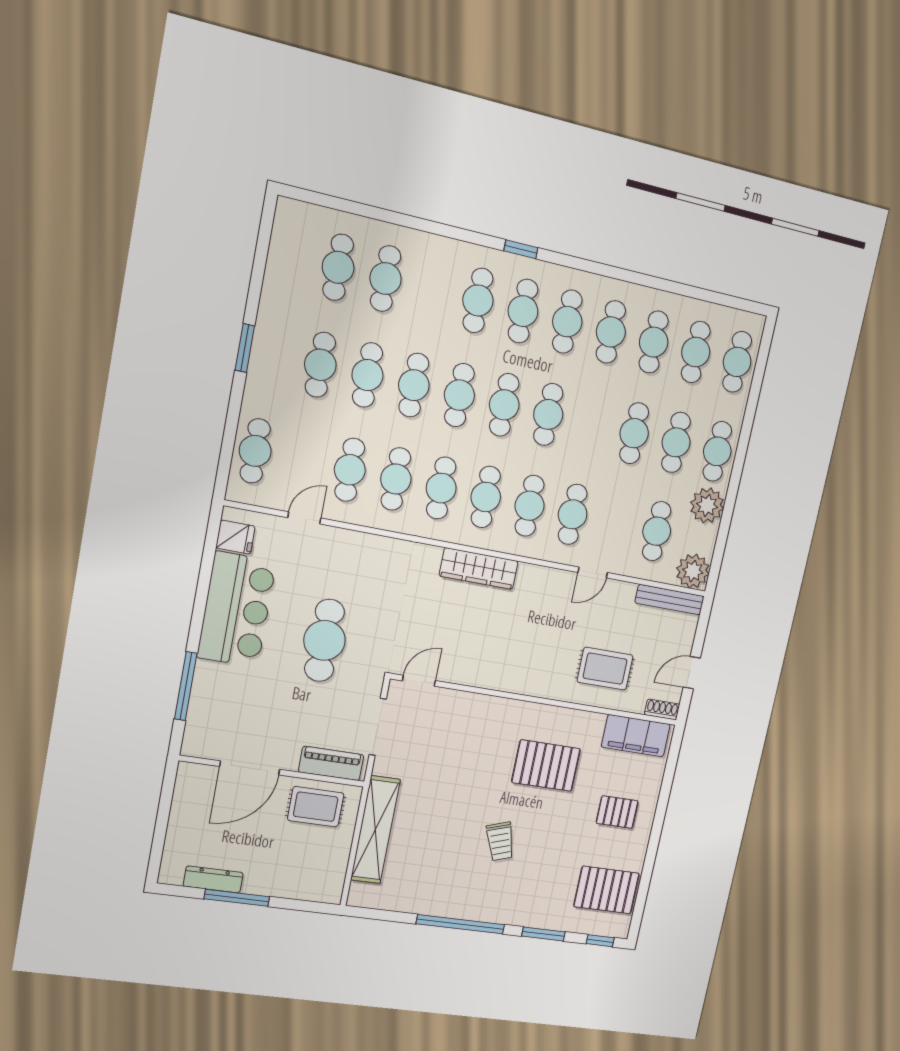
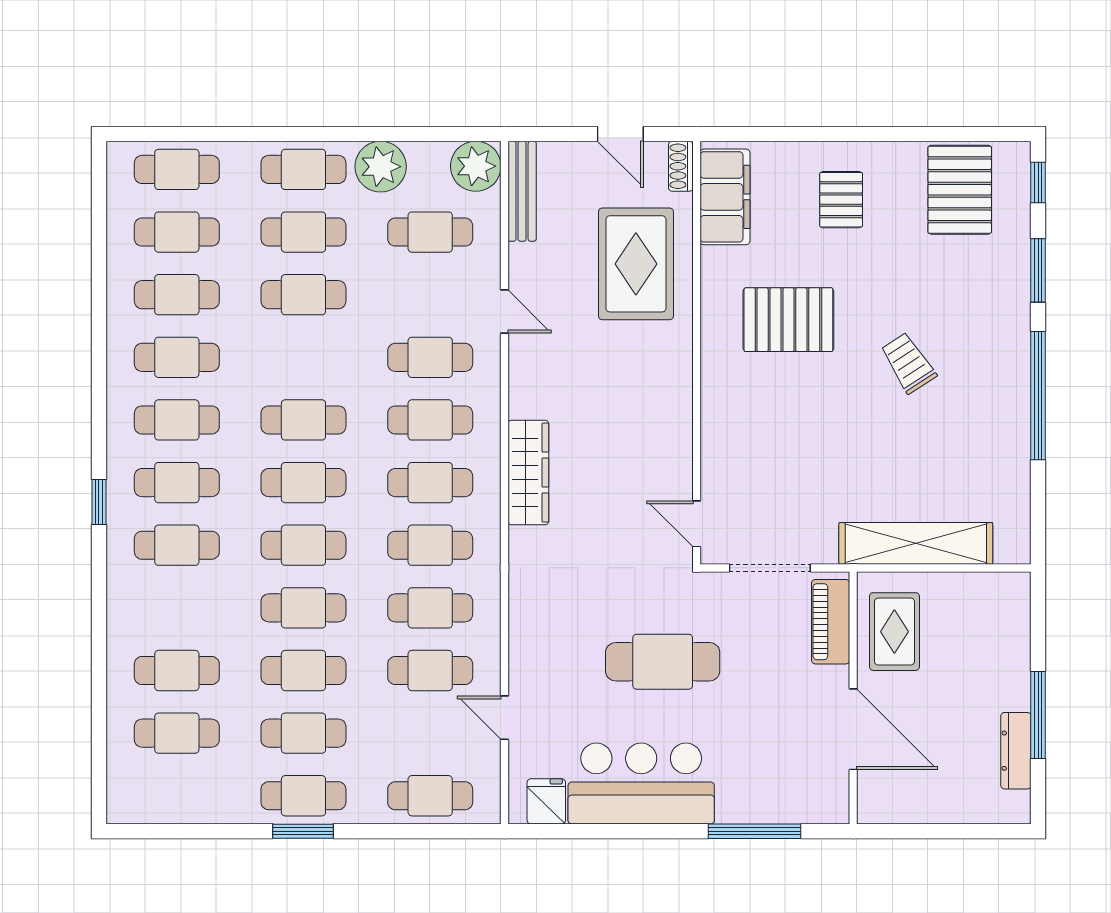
cafe table: (272, 354) -> (303, 796), added
rug: (605, 669) -> (636, 264), width x1.36, depth x1.43
pallet: (546, 766) -> (788, 320), turned 90
trolley: (500, 841) -> (908, 363), turned -105

